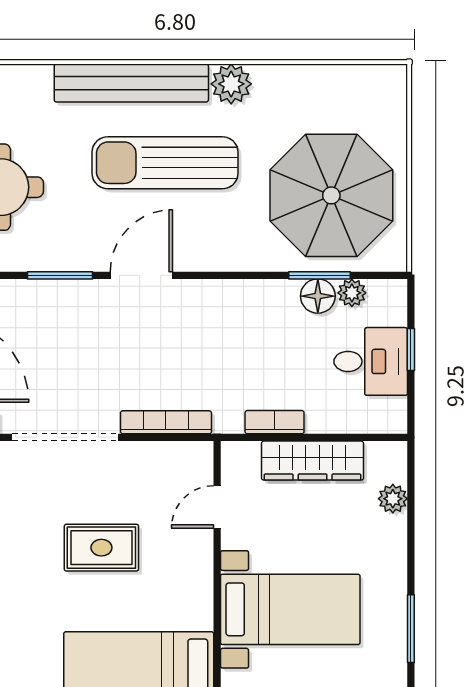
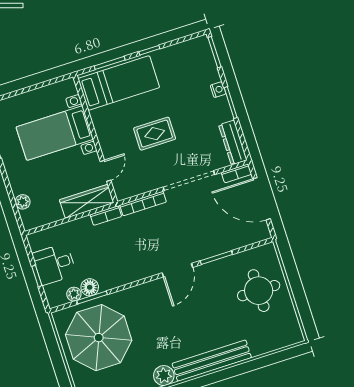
sun lounger: (165, 163) -> (183, 328), removed
bookcase: (275, 422) -> (106, 216), moved
wardrobe: (313, 461) -> (87, 201), moved

